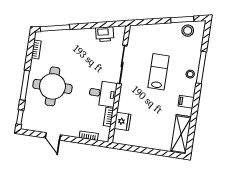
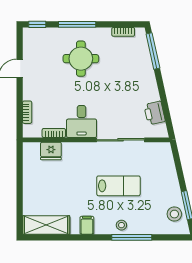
round table: (52, 86) -> (81, 59), width x0.73, depth x0.73

